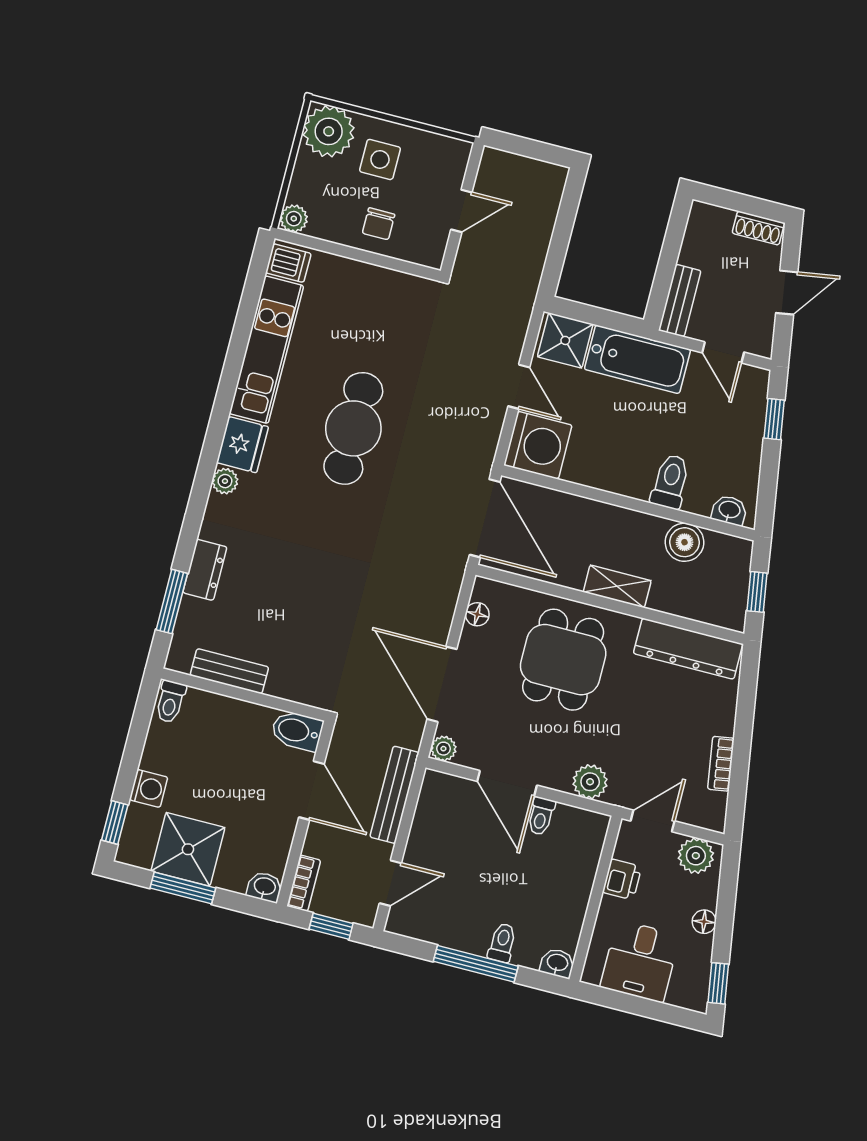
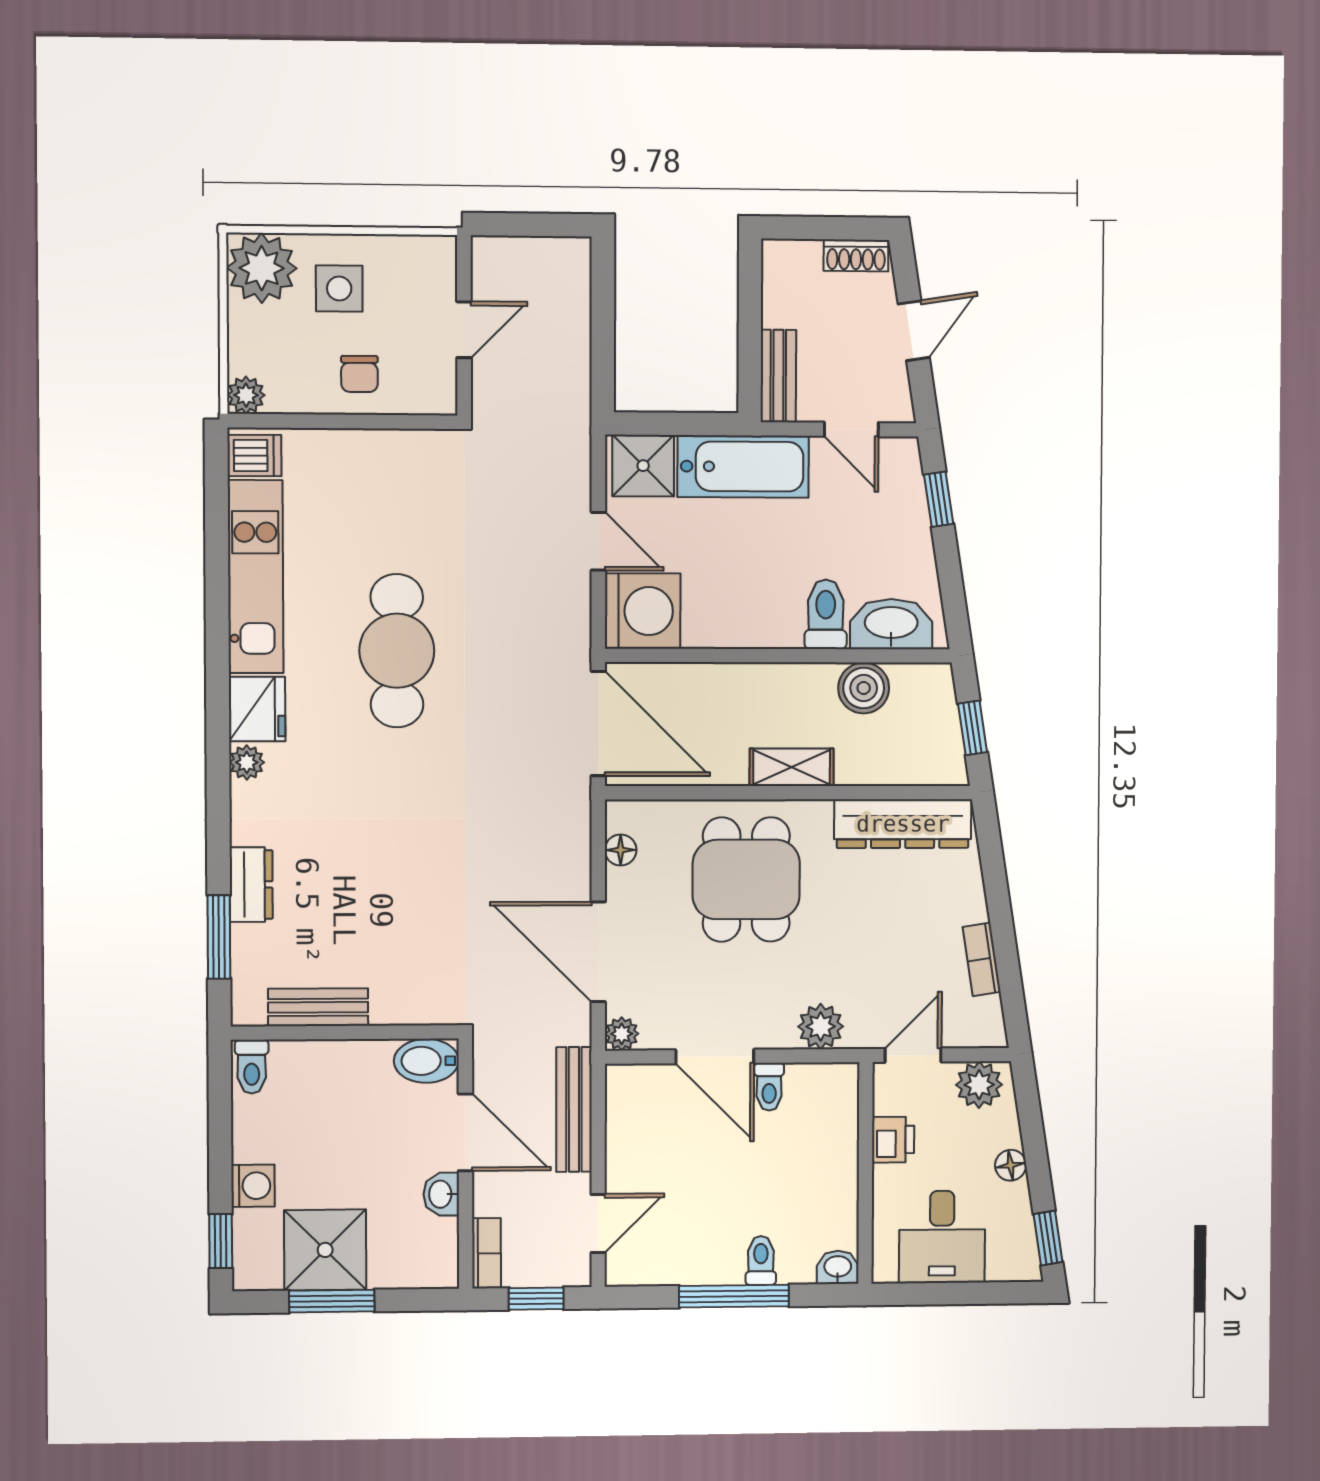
washbasin: (729, 510) -> (891, 624), width x1.91, depth x1.45
washbasin: (265, 887) -> (441, 1194), moved, turned -90

